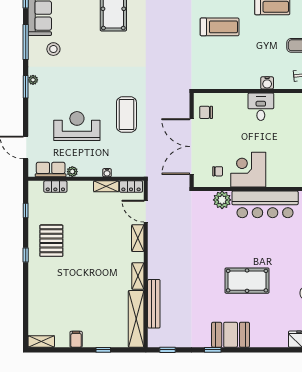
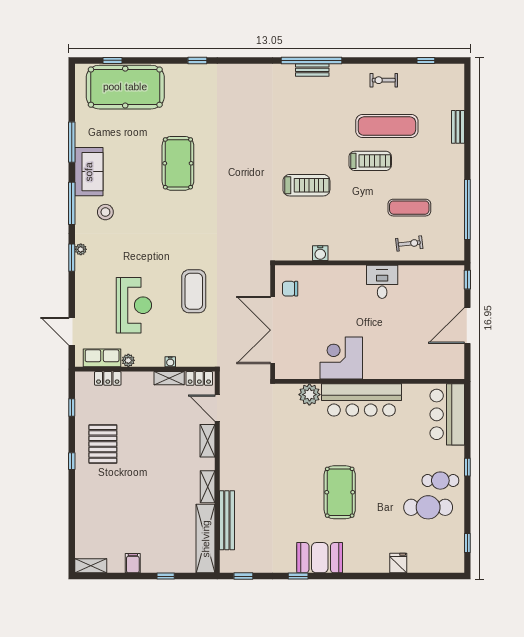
water cooler: (267, 83) -> (320, 253), moved
desk: (261, 107) -> (382, 282), moved
reception desk: (77, 126) -> (134, 305), turned 90
chair: (218, 171) -> (304, 360), removed
pool table: (247, 281) -> (340, 492), turned 90

